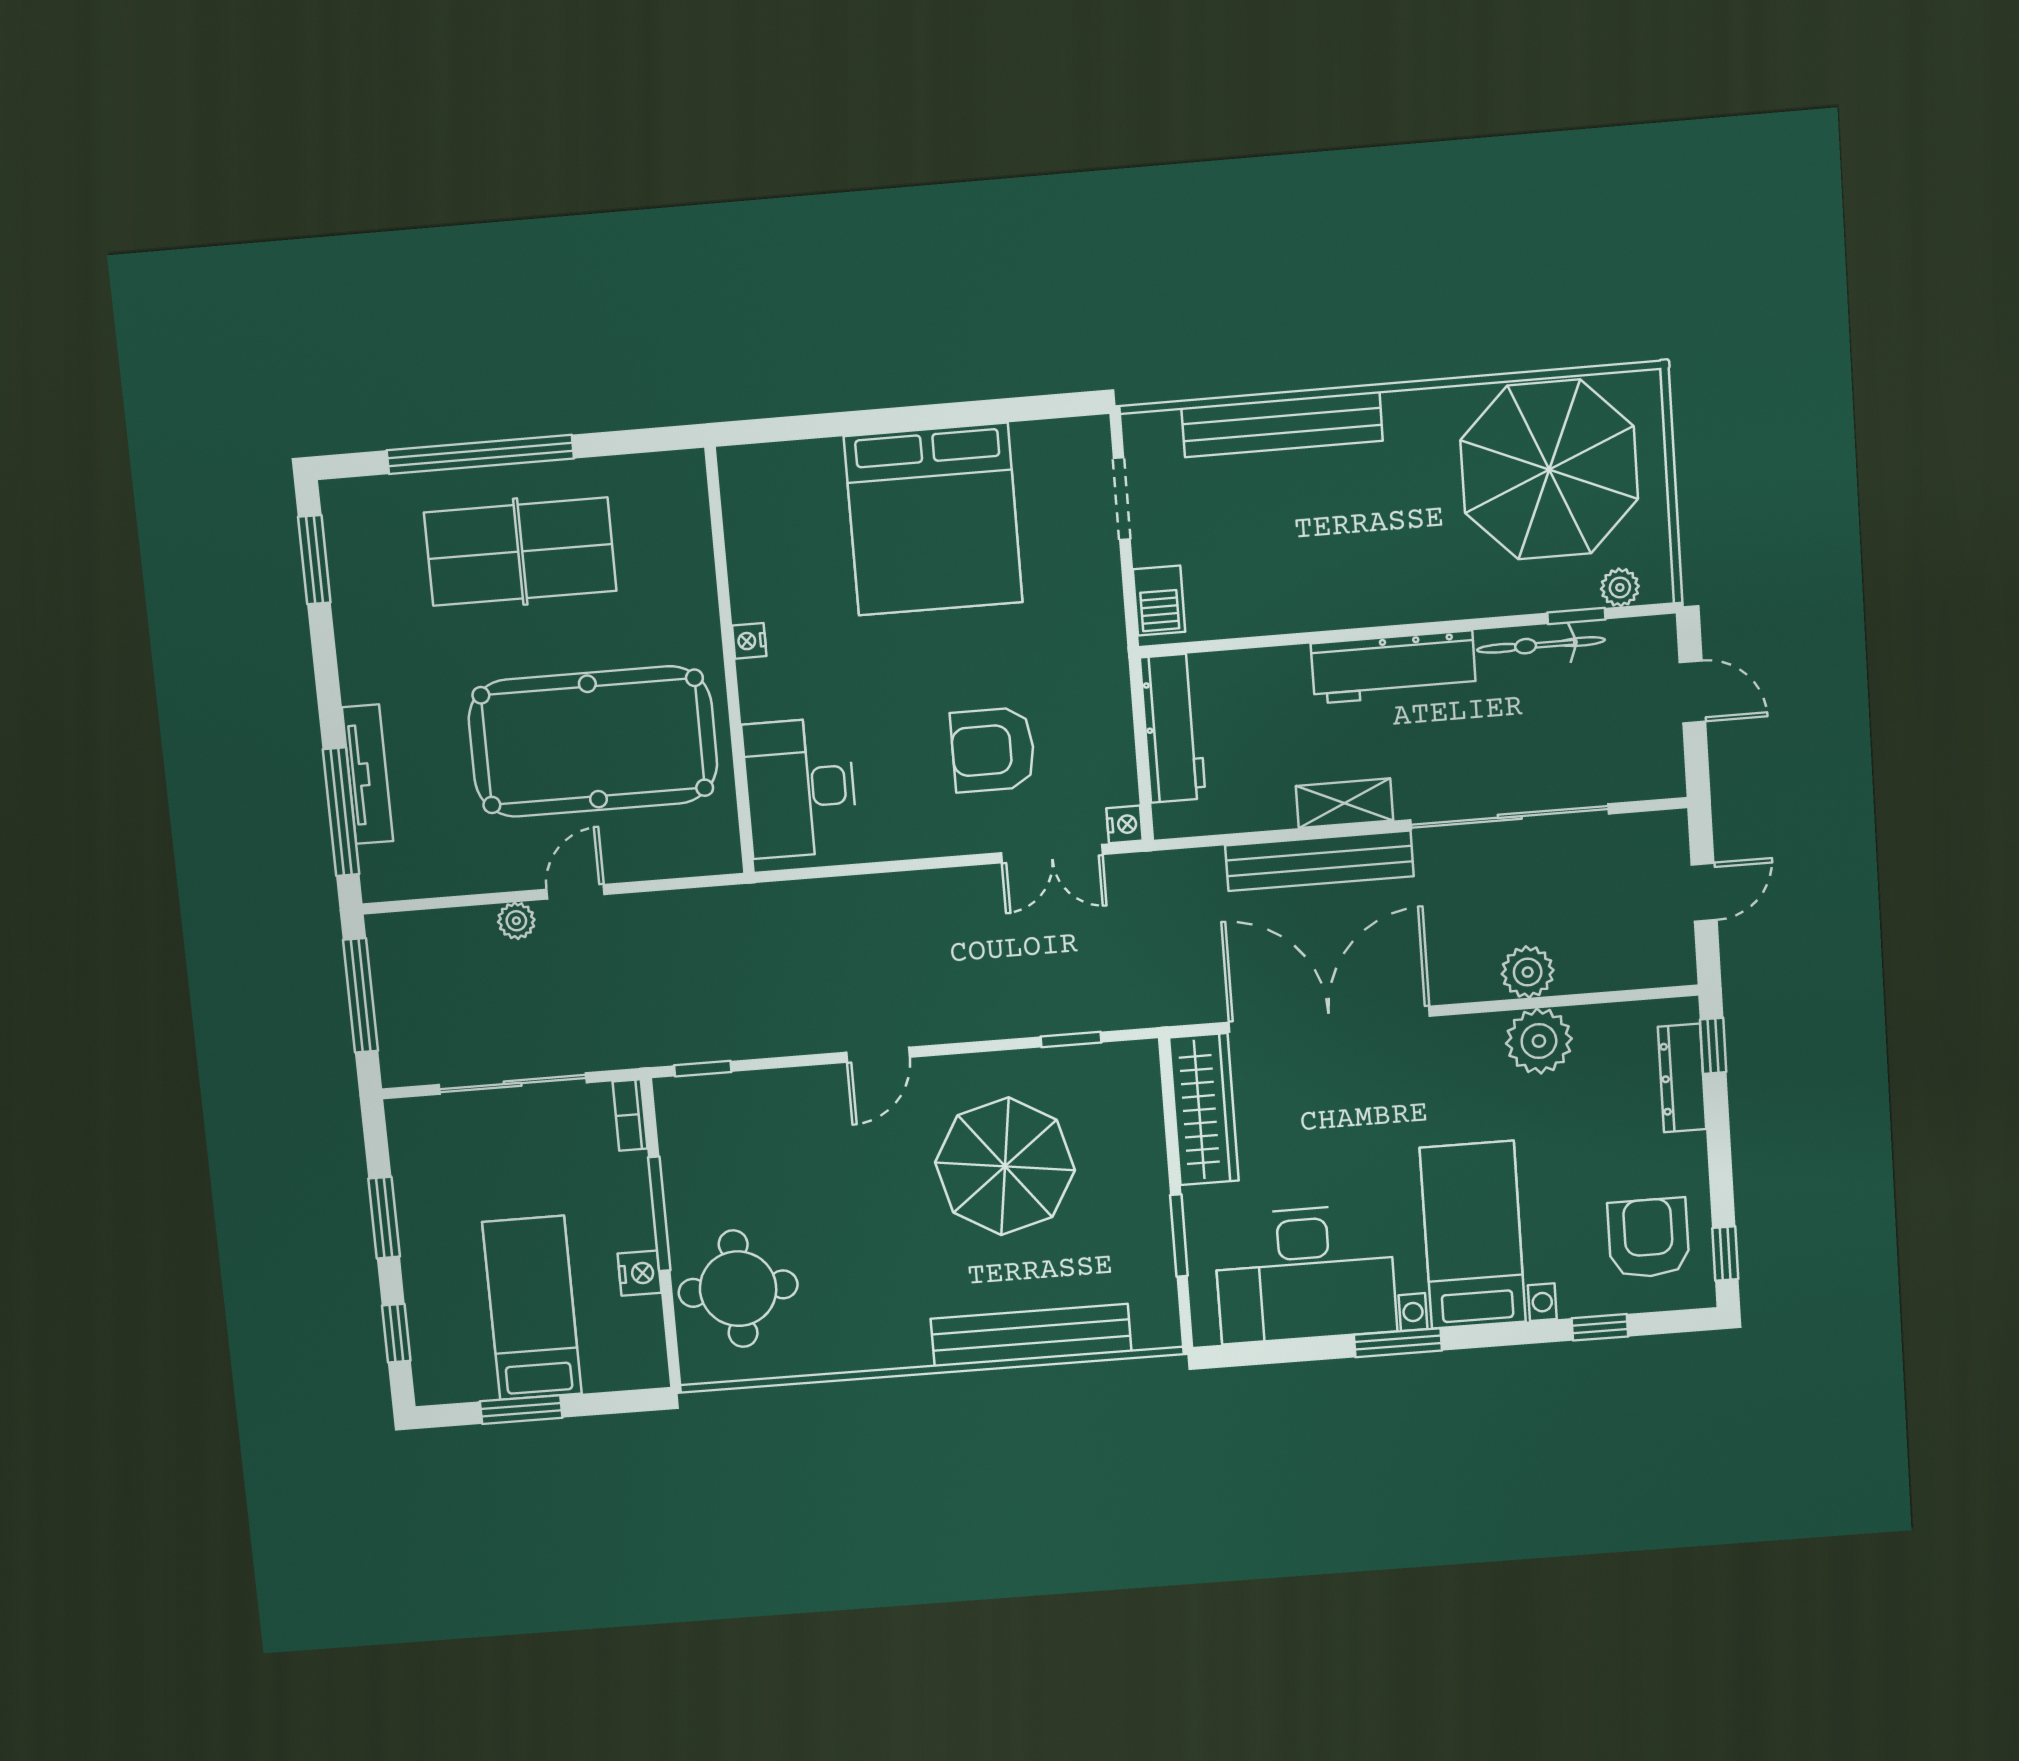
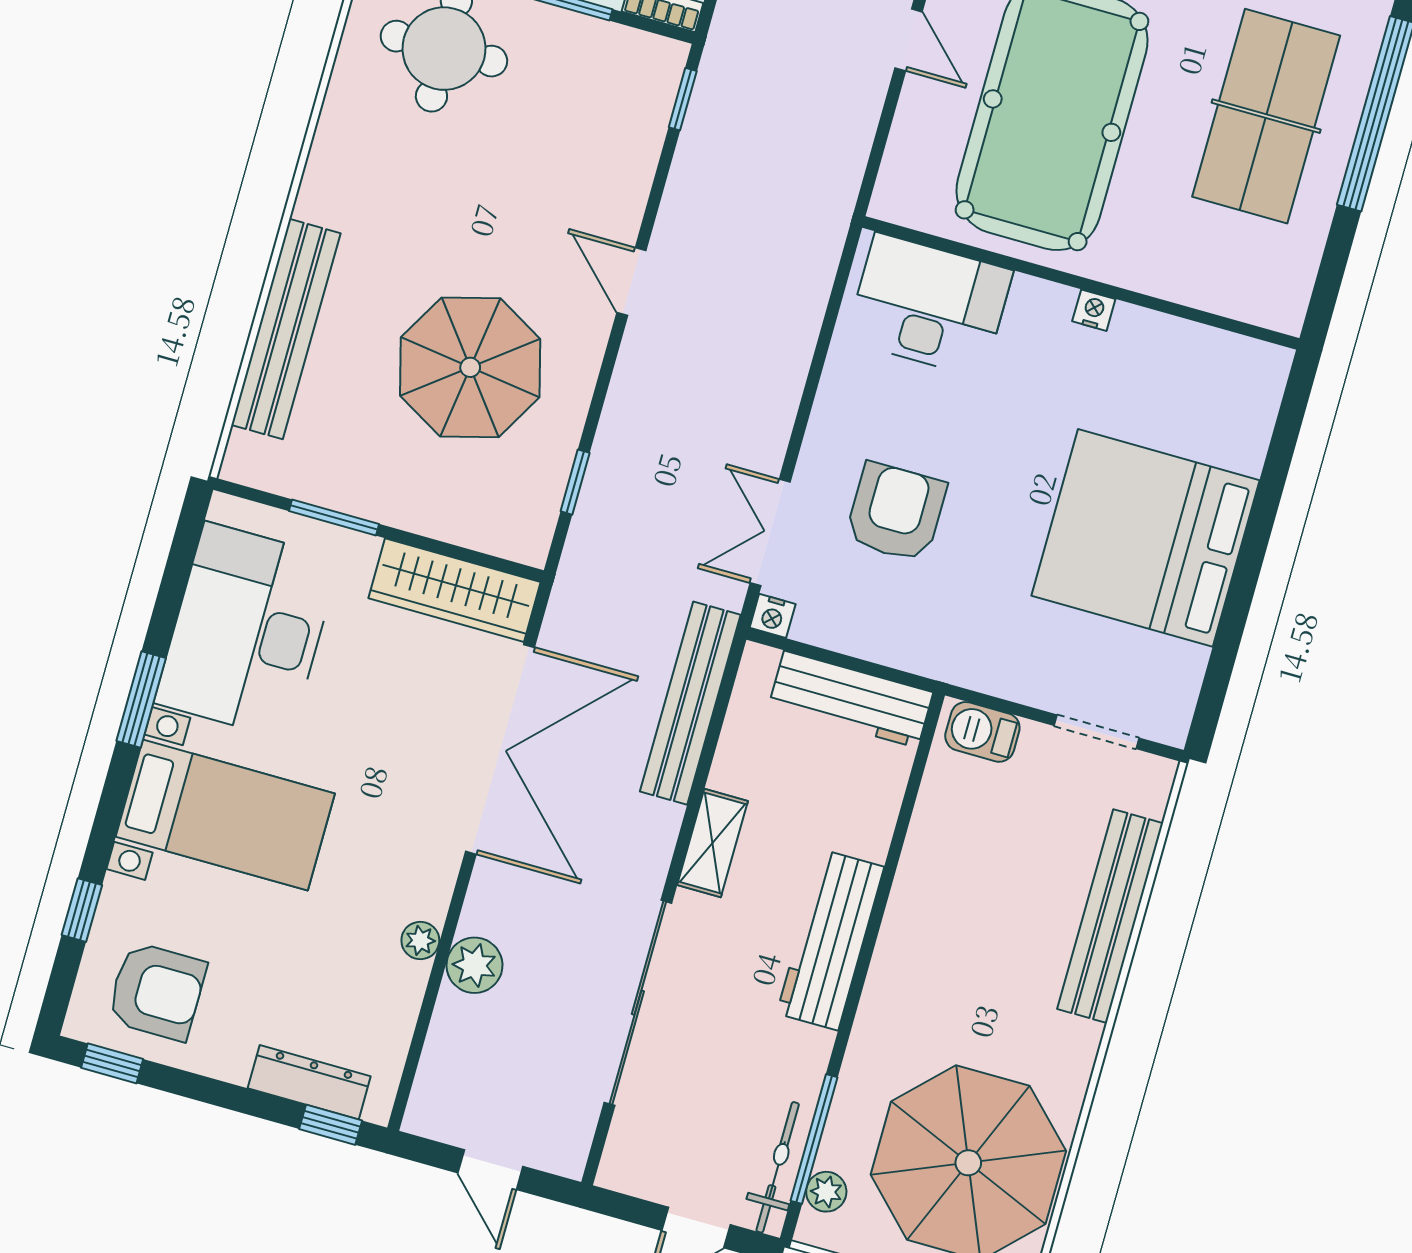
window: (1576, 616) -> (814, 1139), width x2.17
bicycle: (1541, 645) -> (778, 1167), moved
bench: (1319, 861) -> (690, 703), moved
plant: (1539, 1041) -> (420, 940), width x0.53, depth x0.53

